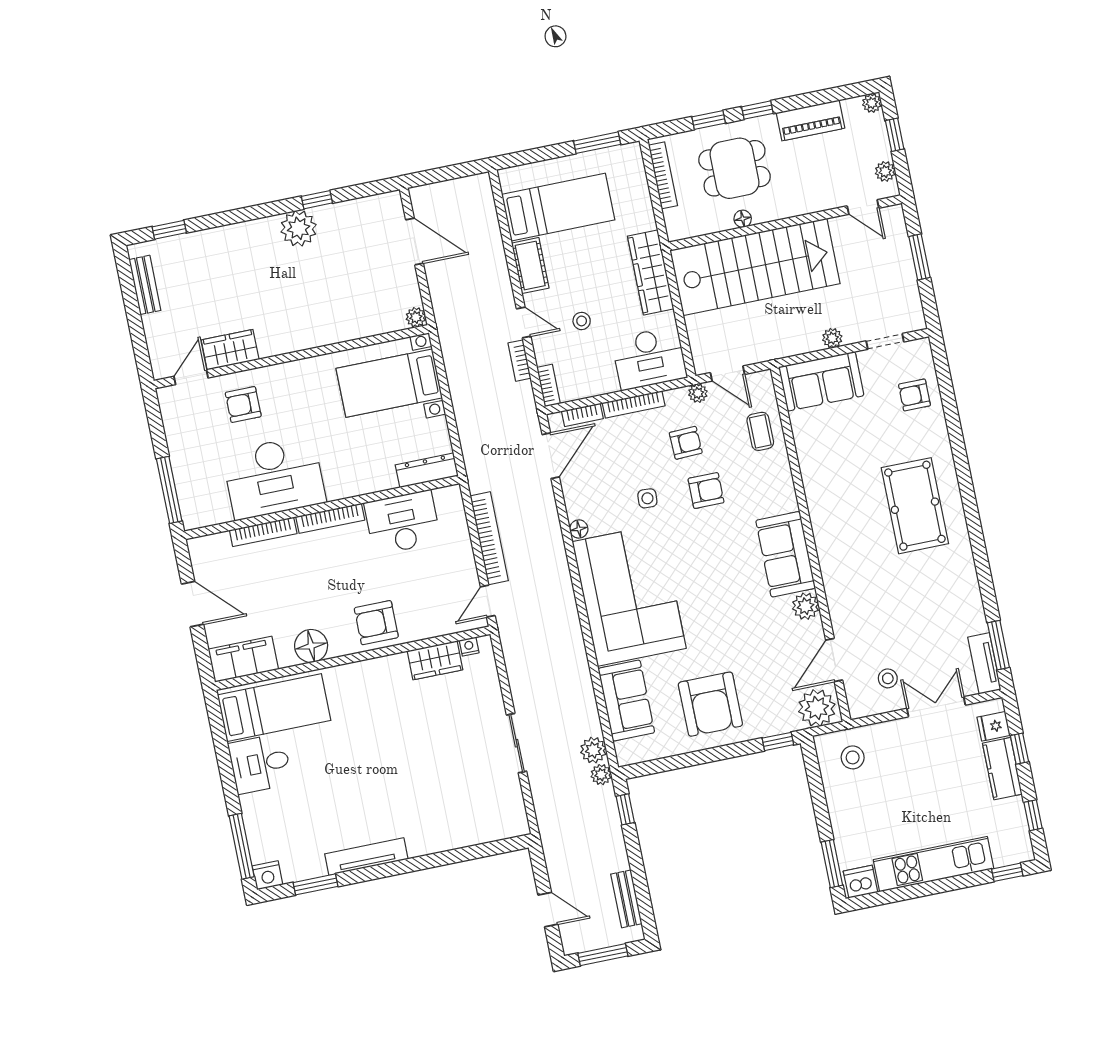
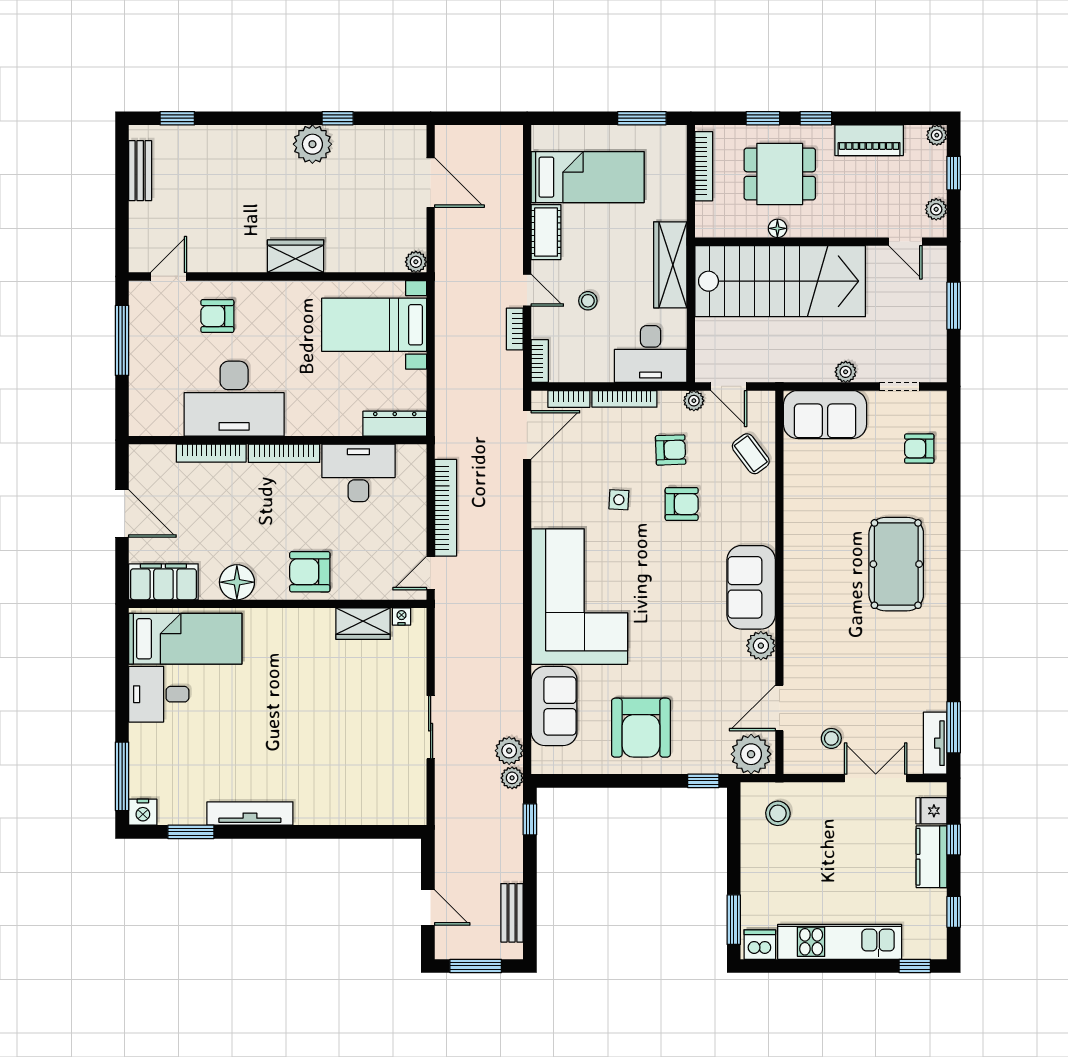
wardrobe: (230, 350) -> (296, 256), moved
coffee table: (760, 431) -> (751, 454), turned -37
window: (169, 490) -> (122, 340), moved
floor lamp: (579, 529) -> (541, 517), removed

